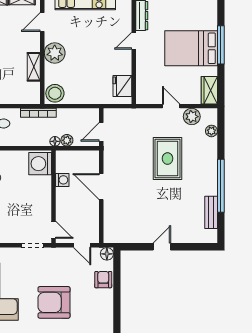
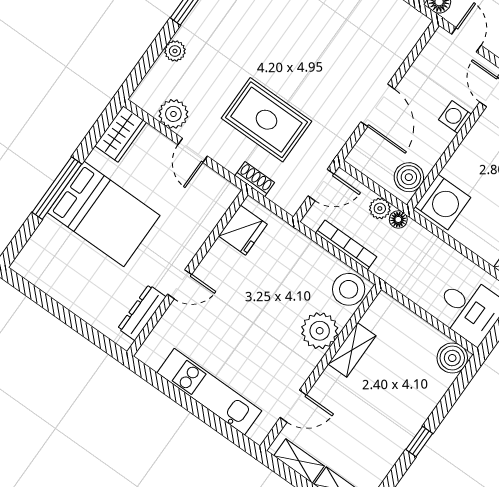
plant: (55, 53) -> (320, 331), moved
bookcase: (38, 113) -> (346, 245), moved
shoe rack: (134, 113) -> (255, 179), added
plant: (211, 131) -> (175, 51), moved
rug: (168, 159) -> (266, 120), moved, turned 90
boiler: (64, 164) -> (409, 177), added
washing machine: (62, 180) -> (455, 117), moved

